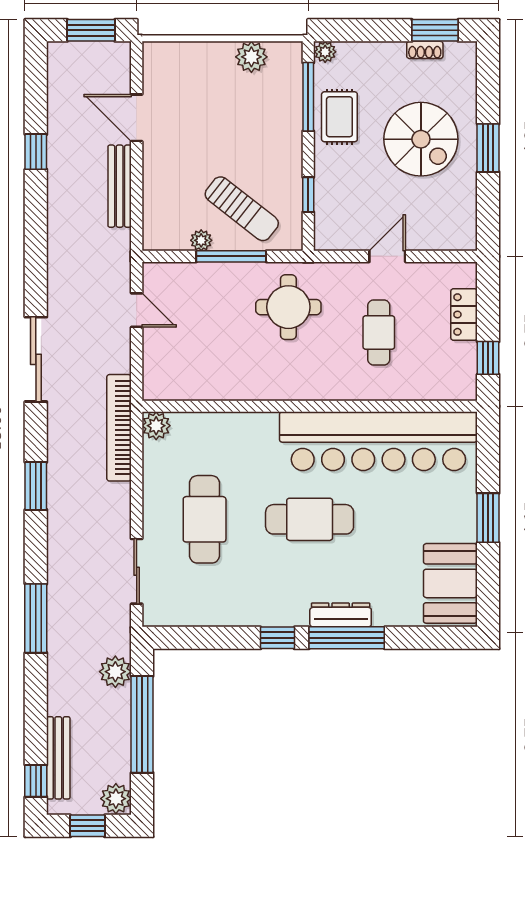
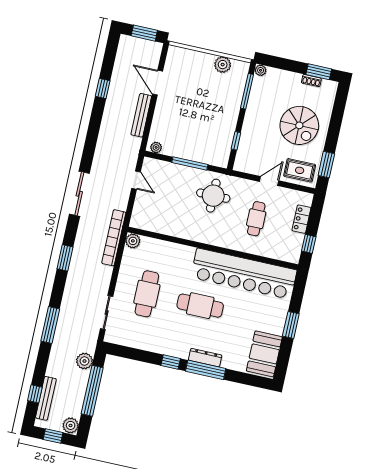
rug: (339, 117) -> (300, 170), moved, turned 90
window: (488, 148) -> (326, 165), moved
sun lounger: (242, 209) -> (201, 140), removed
plant: (201, 240) -> (156, 147), moved
window: (36, 781) -> (35, 394), moved

